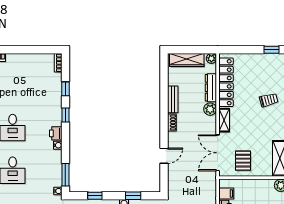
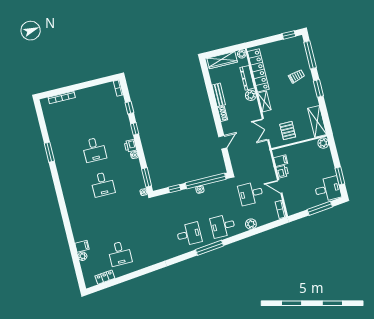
double door: (218, 153) -> (266, 129), width x0.73
window: (133, 196) -> (206, 181), width x3.17

